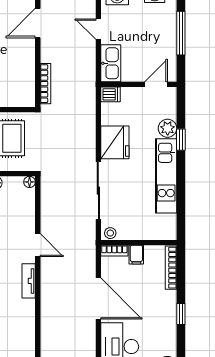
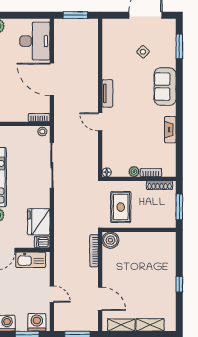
door: (38, 23) -> (100, 299), hinge flipped
kitchen sink: (111, 63) -> (31, 260), moved, turned -90
boiler: (25, 97) -> (110, 240), added
fridge: (115, 142) -> (39, 222), moved
filing cabinet: (136, 255) -> (22, 114), removed

